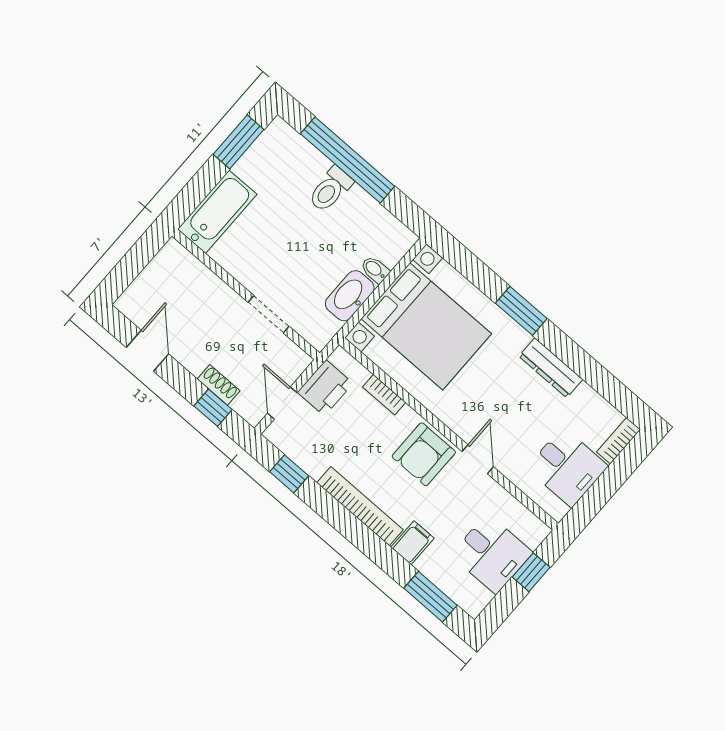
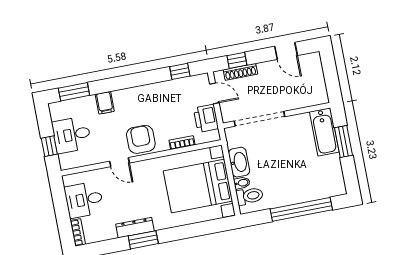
window: (239, 142) -> (343, 141), moved
toilet: (330, 189) -> (250, 196), moved, turned 90
window: (521, 311) -> (143, 240), moved
doorway: (269, 314) -> (259, 119), width x1.88
shoe rack: (219, 385) -> (240, 72), width x1.43
bookcase: (360, 506) -> (140, 92), removed

